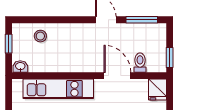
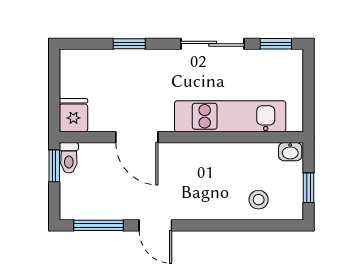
toilet: (140, 63) -> (69, 158), moved

